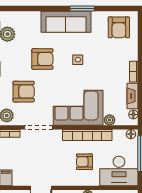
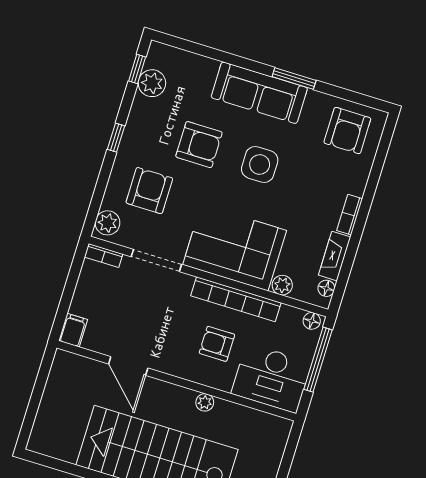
side table: (78, 60) -> (260, 164), width x1.87, depth x1.87
armchair: (24, 92) -> (149, 191), turned -90

